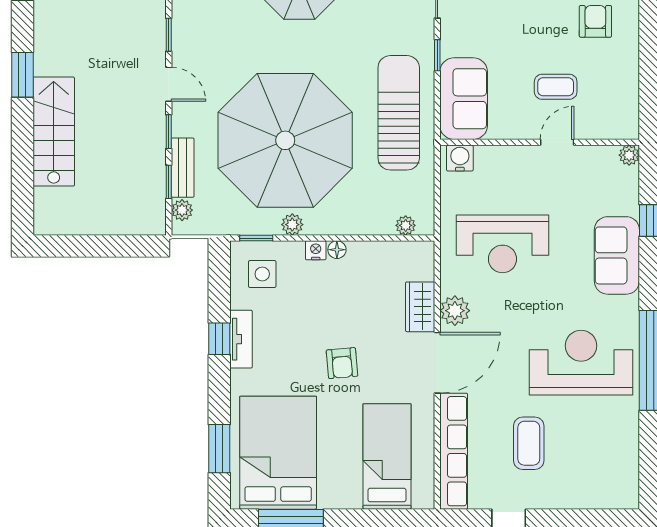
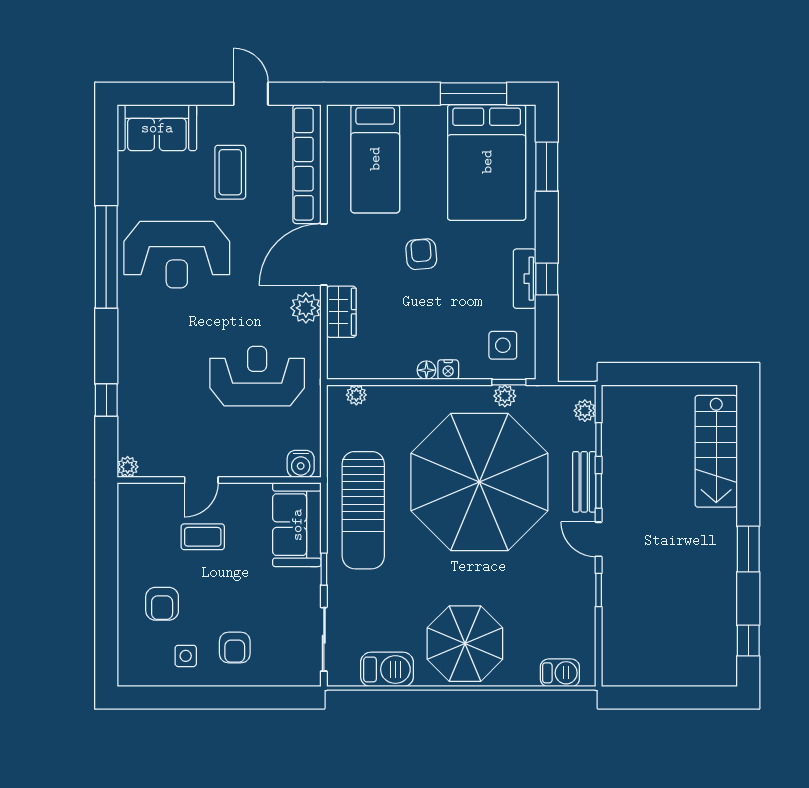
stairs: (54, 132) -> (716, 451), moved
bench: (183, 168) -> (584, 482), moved
plant: (292, 225) -> (505, 396), moved
sofa: (617, 255) -> (157, 128), moved, turned 90

